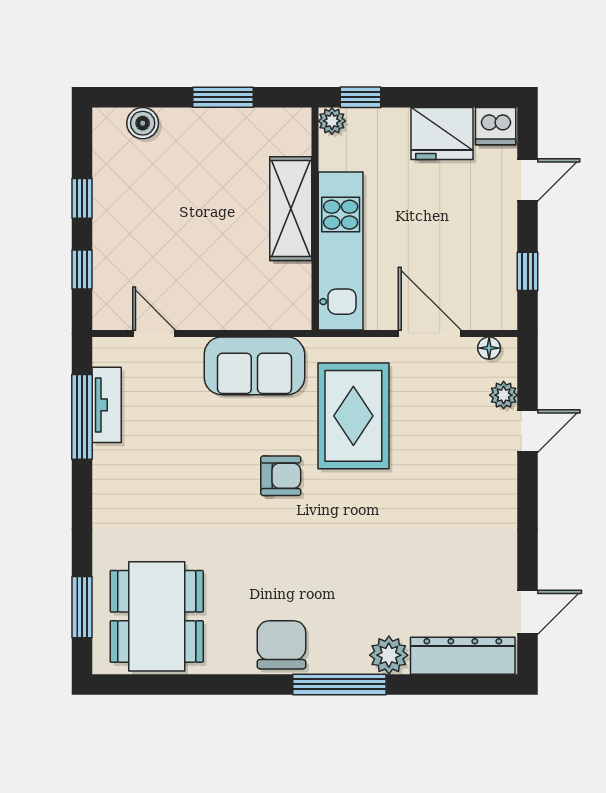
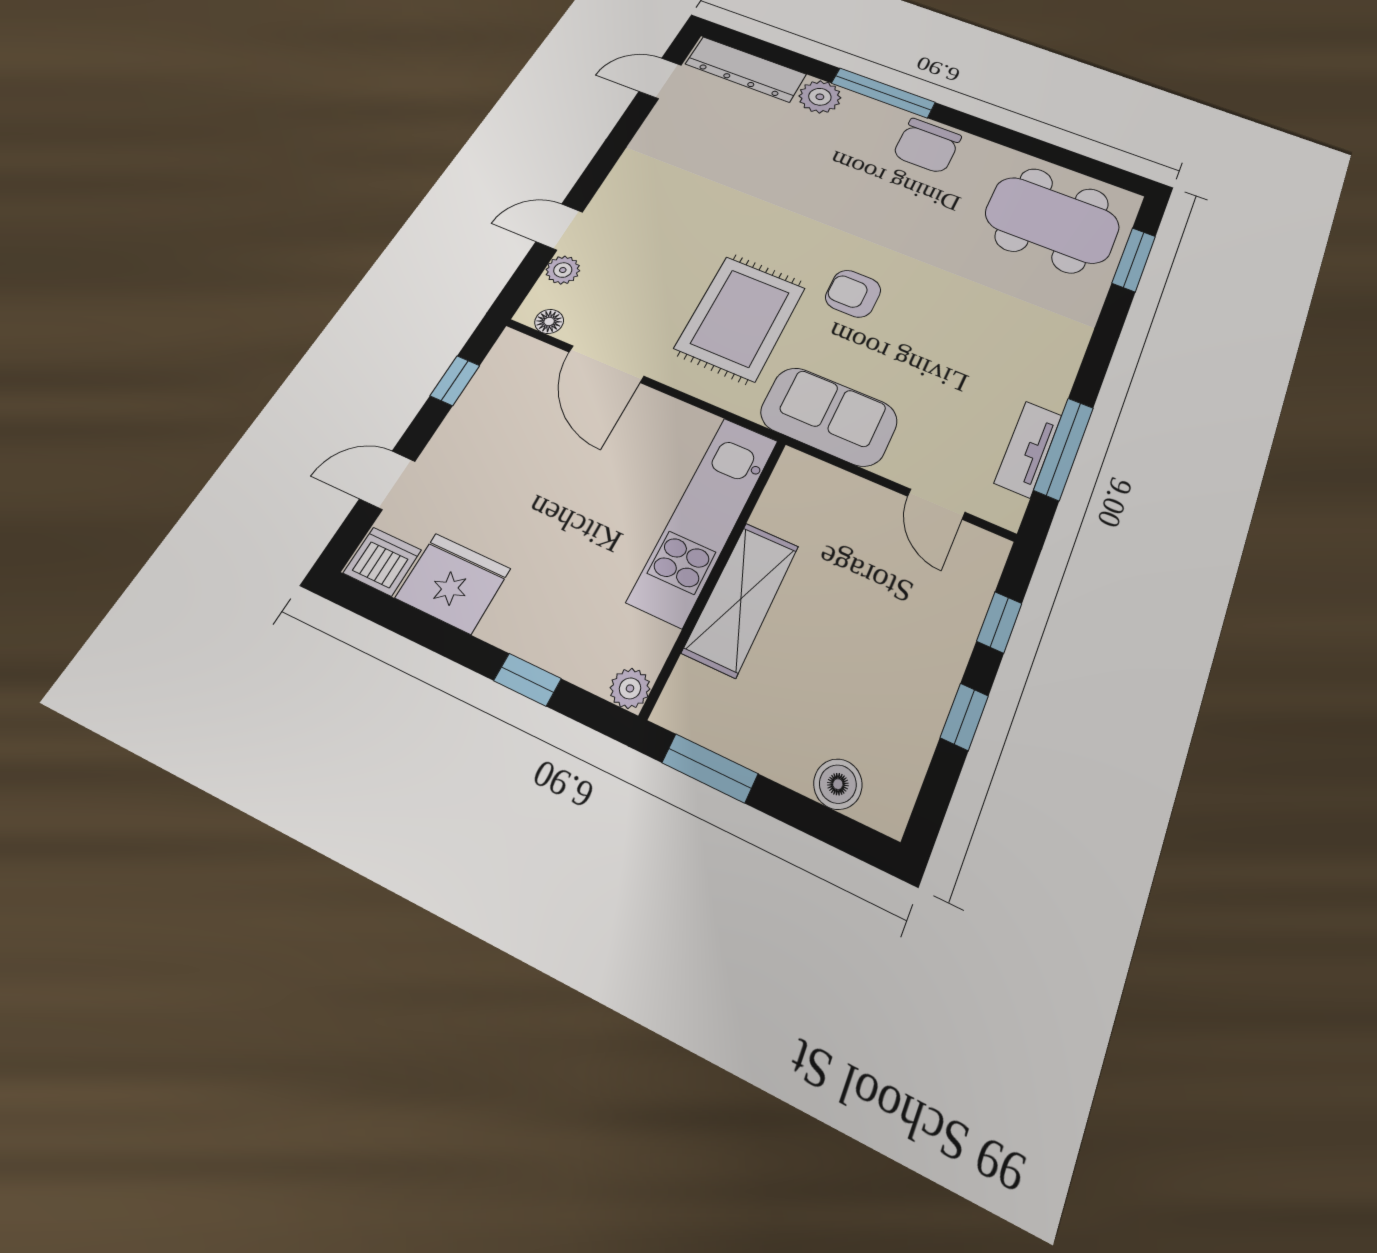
plant: (332, 121) -> (630, 688), moved
shelving: (291, 209) -> (741, 599), moved
wall: (315, 219) -> (716, 572), moved
kitchen unit: (341, 251) -> (704, 519), moved
dining table: (157, 616) -> (1052, 220), turned 90

